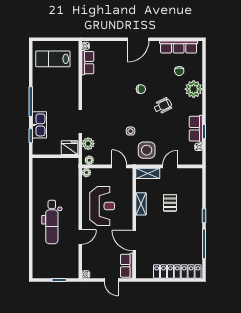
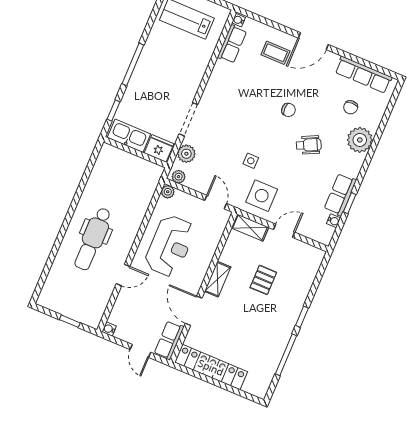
coffee table: (117, 57) -> (275, 53), added
kitchen sink: (39, 125) -> (129, 136), moved, turned -90
shelving: (141, 204) -> (218, 279), moved
locker: (177, 271) -> (211, 367), moved

